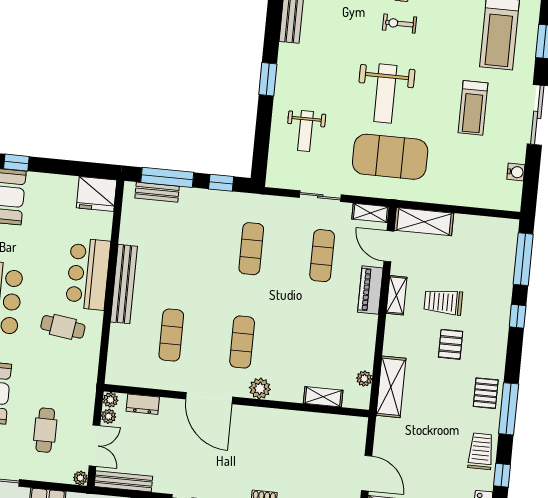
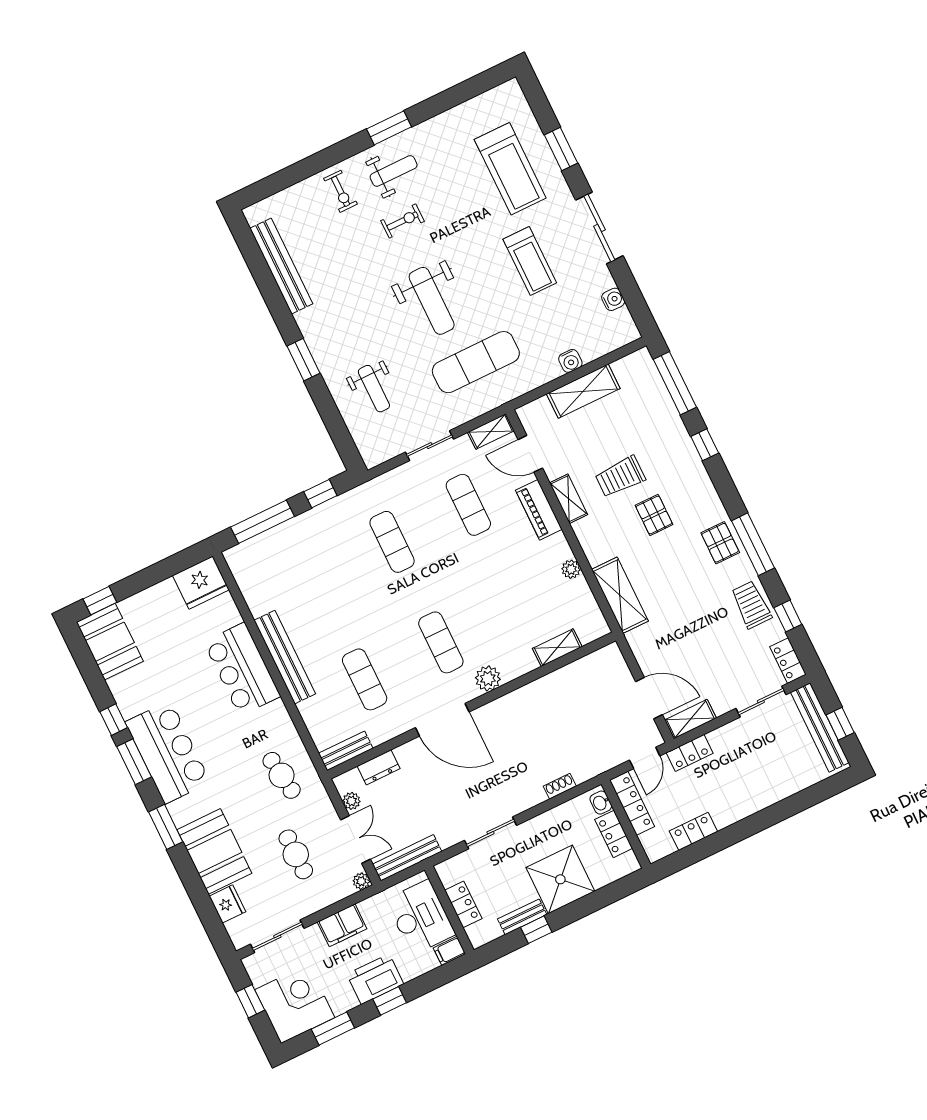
exercise bike: (399, 24) -> (403, 221), turned 180
exercise mat: (390, 157) -> (476, 362), width x0.68
bench: (157, 192) -> (346, 751), moved
water cooler: (458, 197) -> (570, 361), added
shelving: (424, 222) -> (583, 391), moved
cafe table: (63, 327) -> (282, 775), moved, turned 74
plant: (364, 379) -> (571, 569), moved
plant: (110, 400) -> (343, 783), removed

